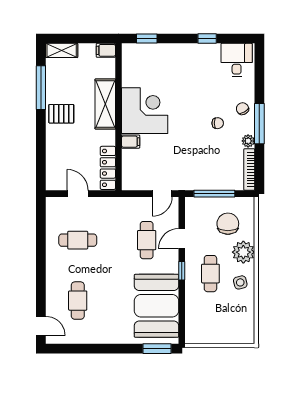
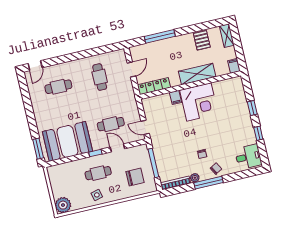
window: (147, 38) -> (252, 108), moved
window: (41, 88) -> (160, 36), moved
pallet: (61, 114) -> (202, 40), moved
plant: (243, 252) -> (63, 205), moved

